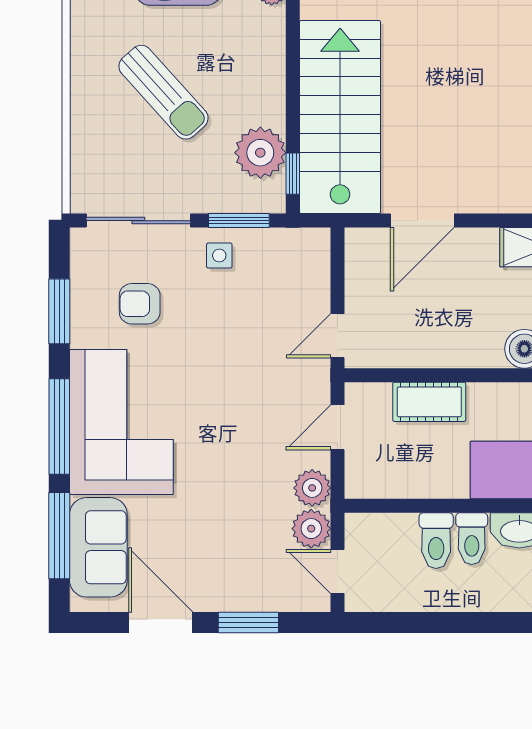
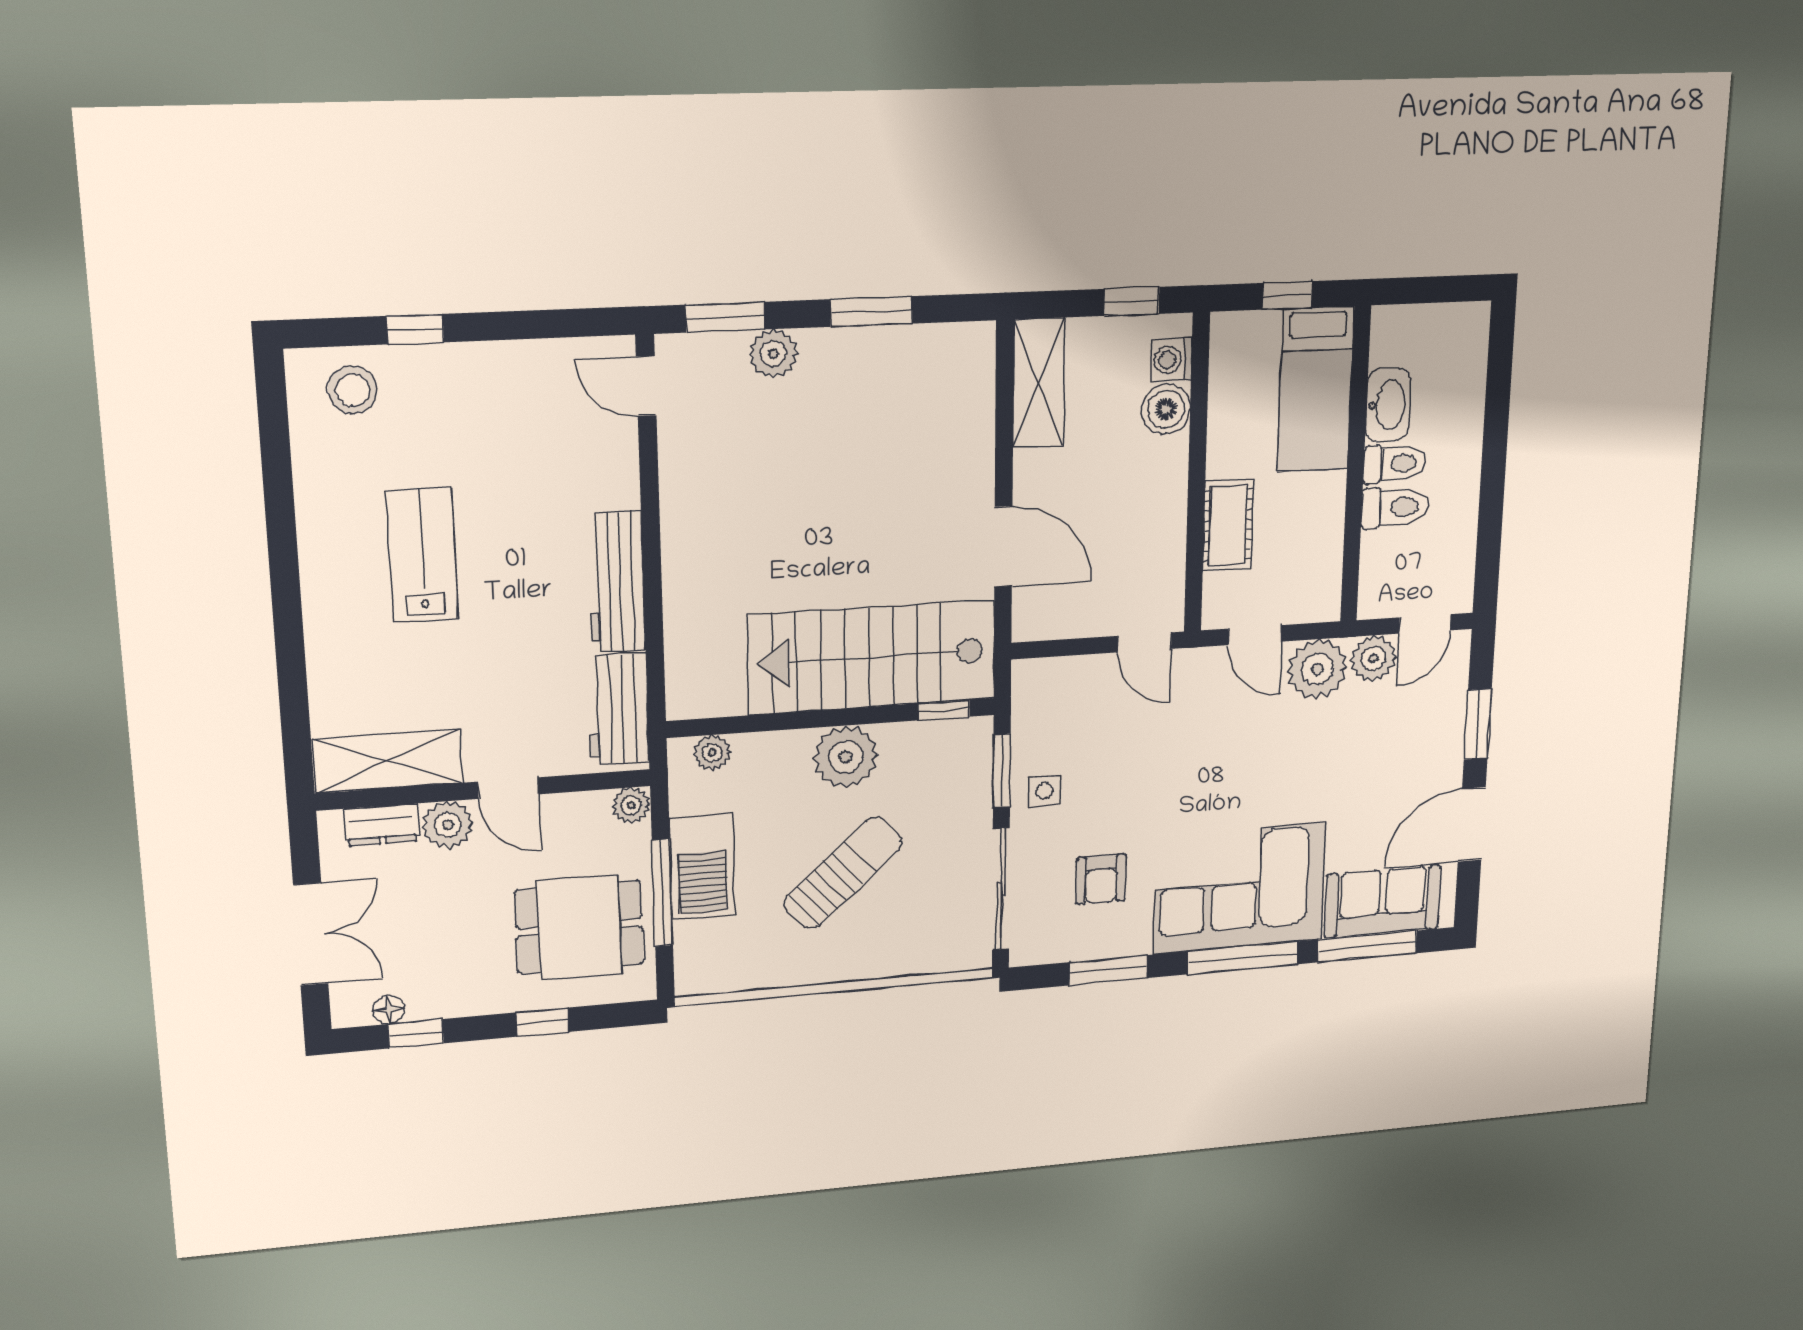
plant: (260, 153) -> (846, 757), moved
plant: (312, 488) -> (1317, 669), width x1.36, depth x1.36

